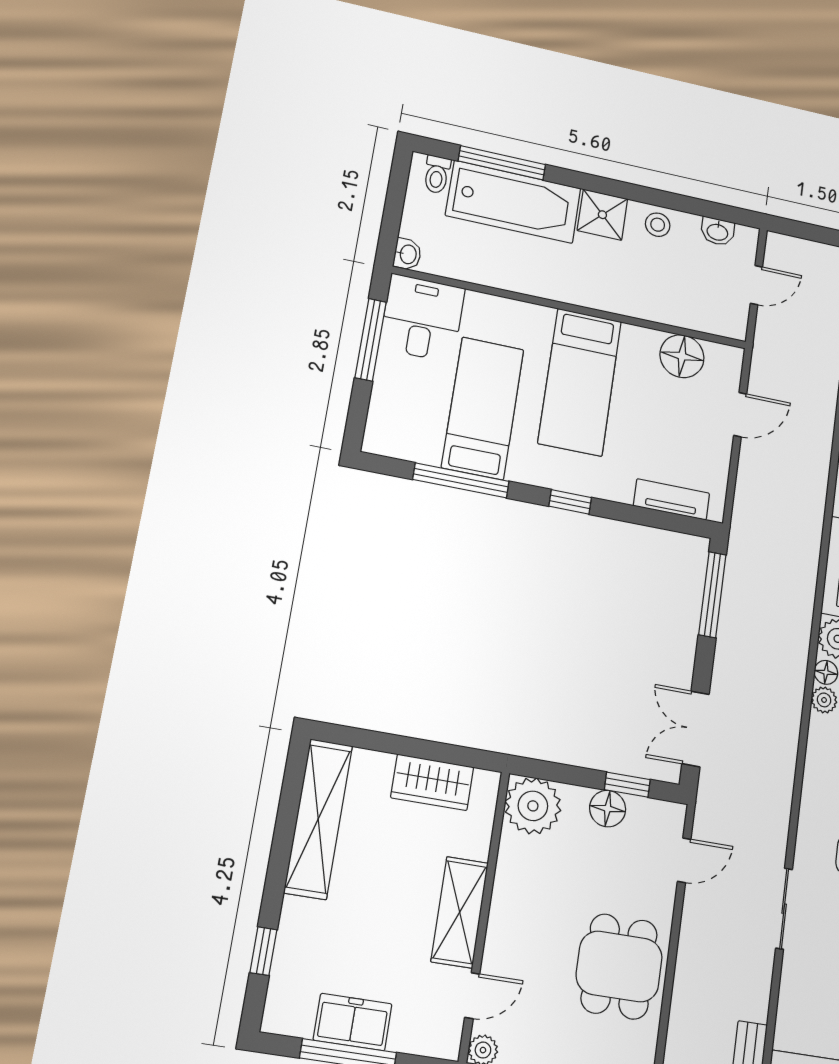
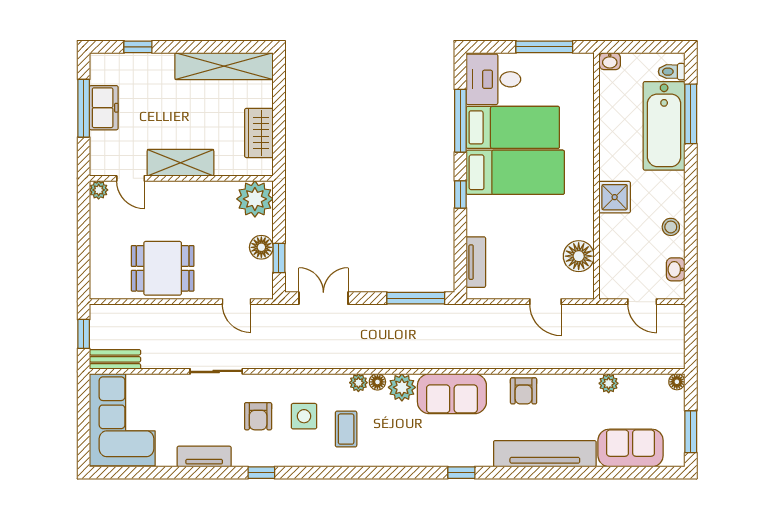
shower: (602, 215) -> (615, 197), moved
desk: (422, 318) -> (493, 79), moved, turned 180
bed: (580, 382) -> (515, 172), moved, turned 180

